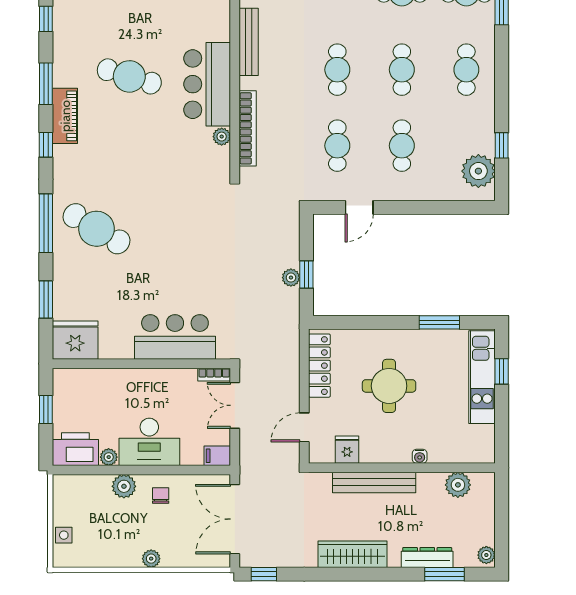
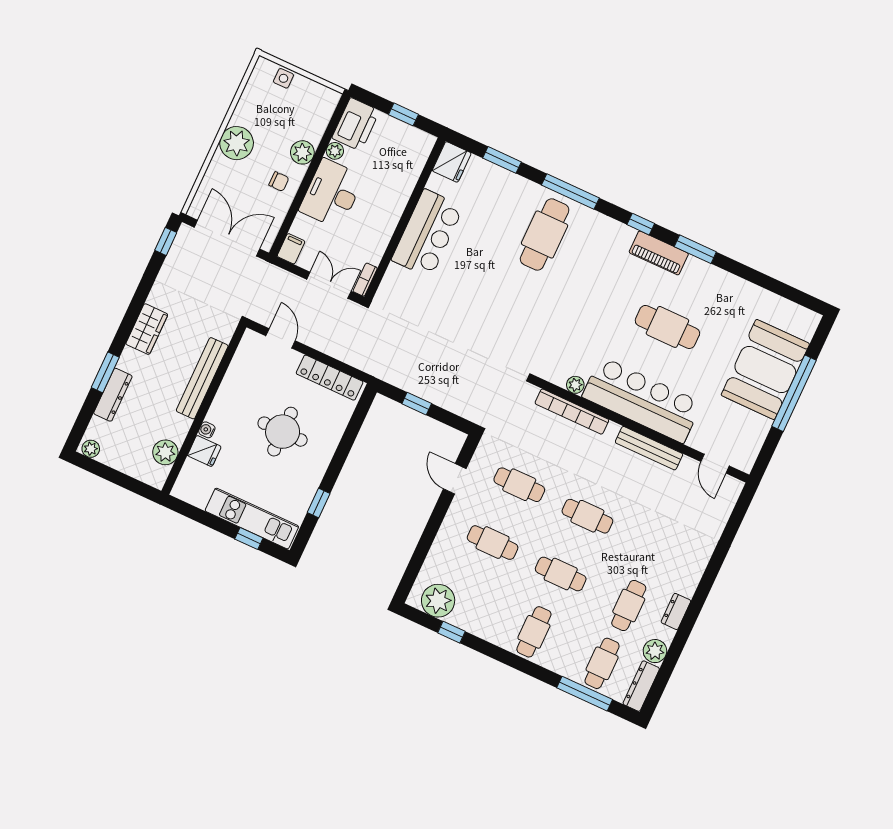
window: (46, 19) -> (753, 276), removed
cafe table: (466, 70) -> (534, 632), turned 90
cafe table: (129, 76) -> (667, 327), turned 73
bar counter: (207, 84) -> (642, 400), width x1.36
cafe table: (96, 229) -> (545, 234), turned -31
plant: (291, 278) -> (420, 389), removed
window: (439, 322) -> (319, 503), width x0.67
bar counter: (175, 337) -> (427, 233), moved
fridge: (75, 340) -> (452, 162), width x0.73, depth x0.75
fridge: (347, 450) -> (204, 451), moved
wardrobe: (352, 554) -> (147, 329), width x0.67
plant: (151, 559) -> (237, 143), width x1.87, depth x1.87
window: (444, 574) -> (105, 372), moved

